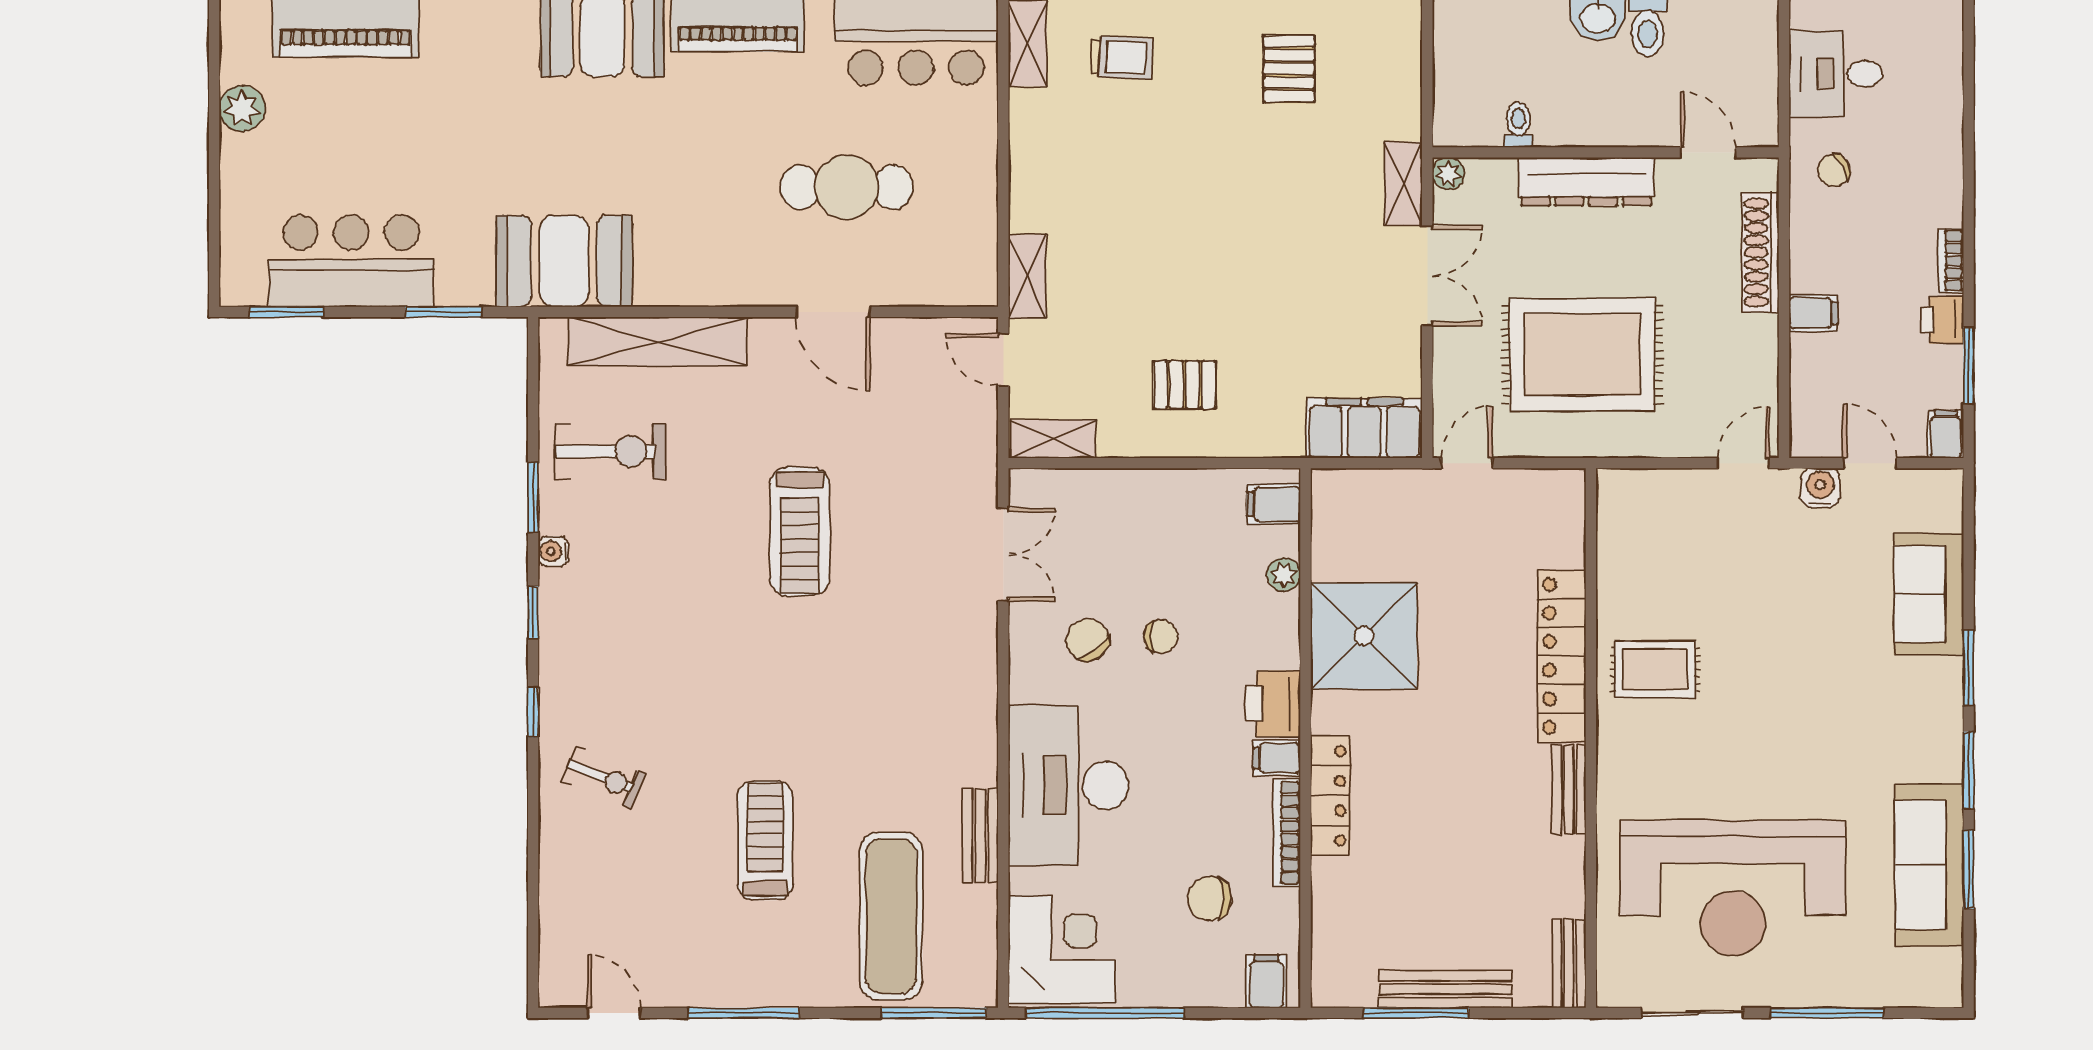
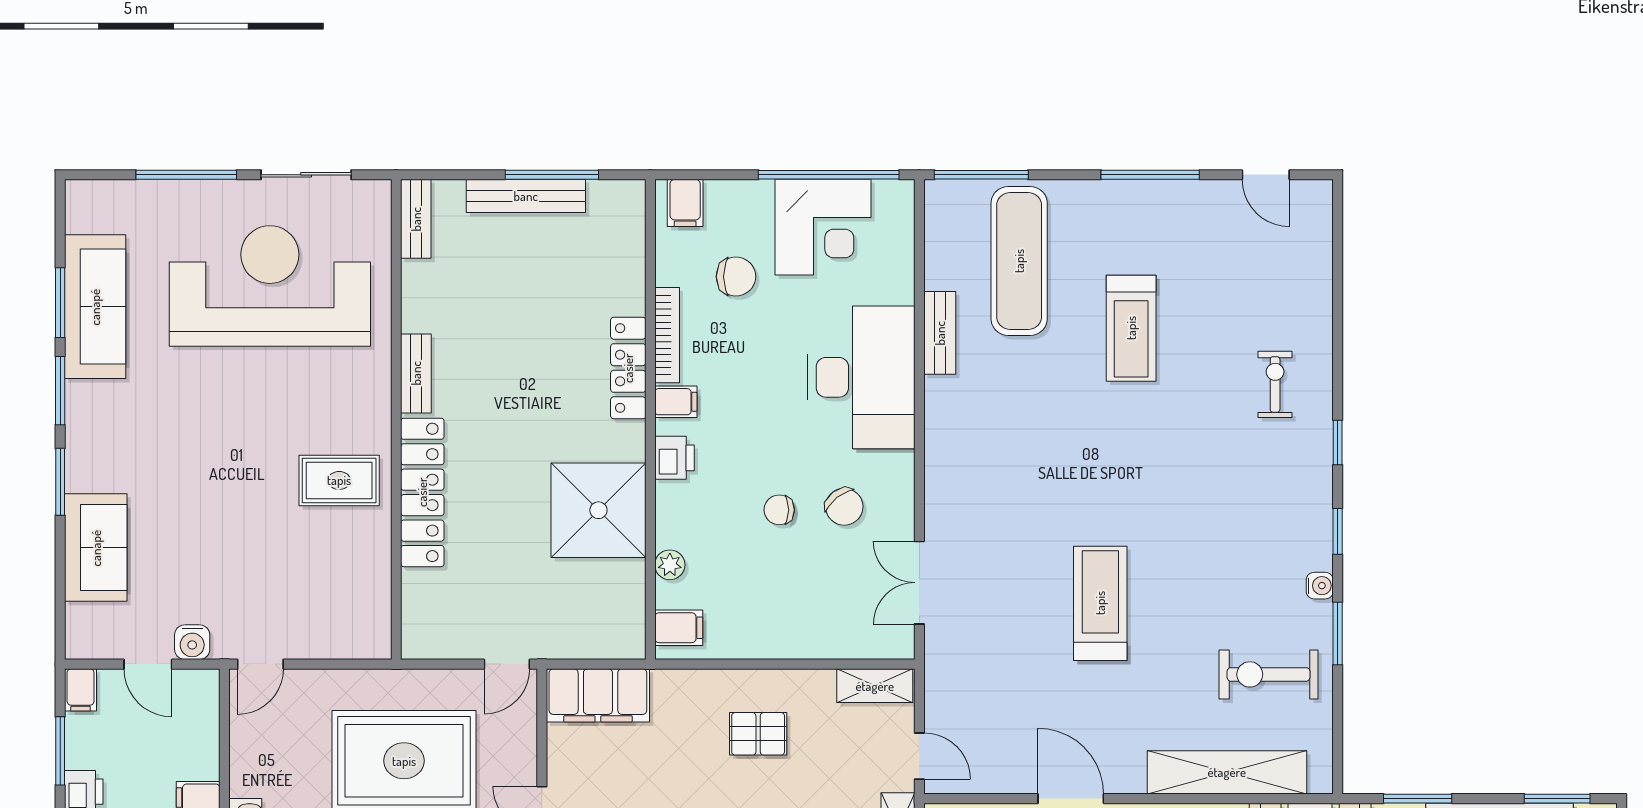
printer: (1273, 704) -> (674, 458), width x0.73, depth x0.81
exercise bike: (603, 777) -> (1275, 384), turned 68
corner desk: (1062, 949) -> (823, 227), moved, turned -90

